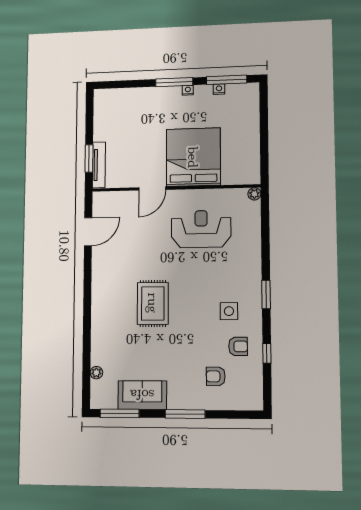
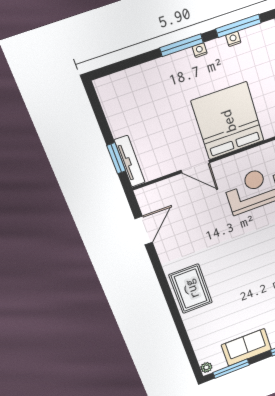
door: (152, 189) -> (195, 167), hinge flipped
rug: (153, 303) -> (191, 289), moved
plant: (96, 373) -> (206, 367), moved

